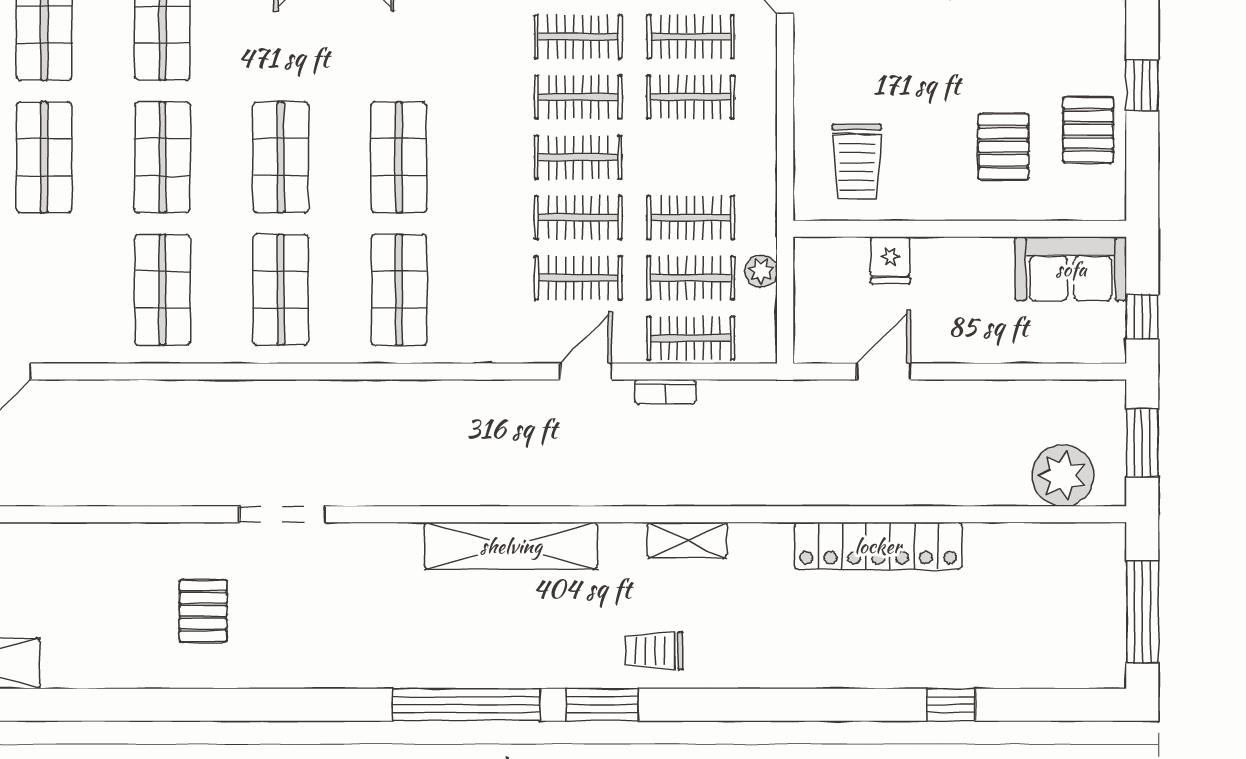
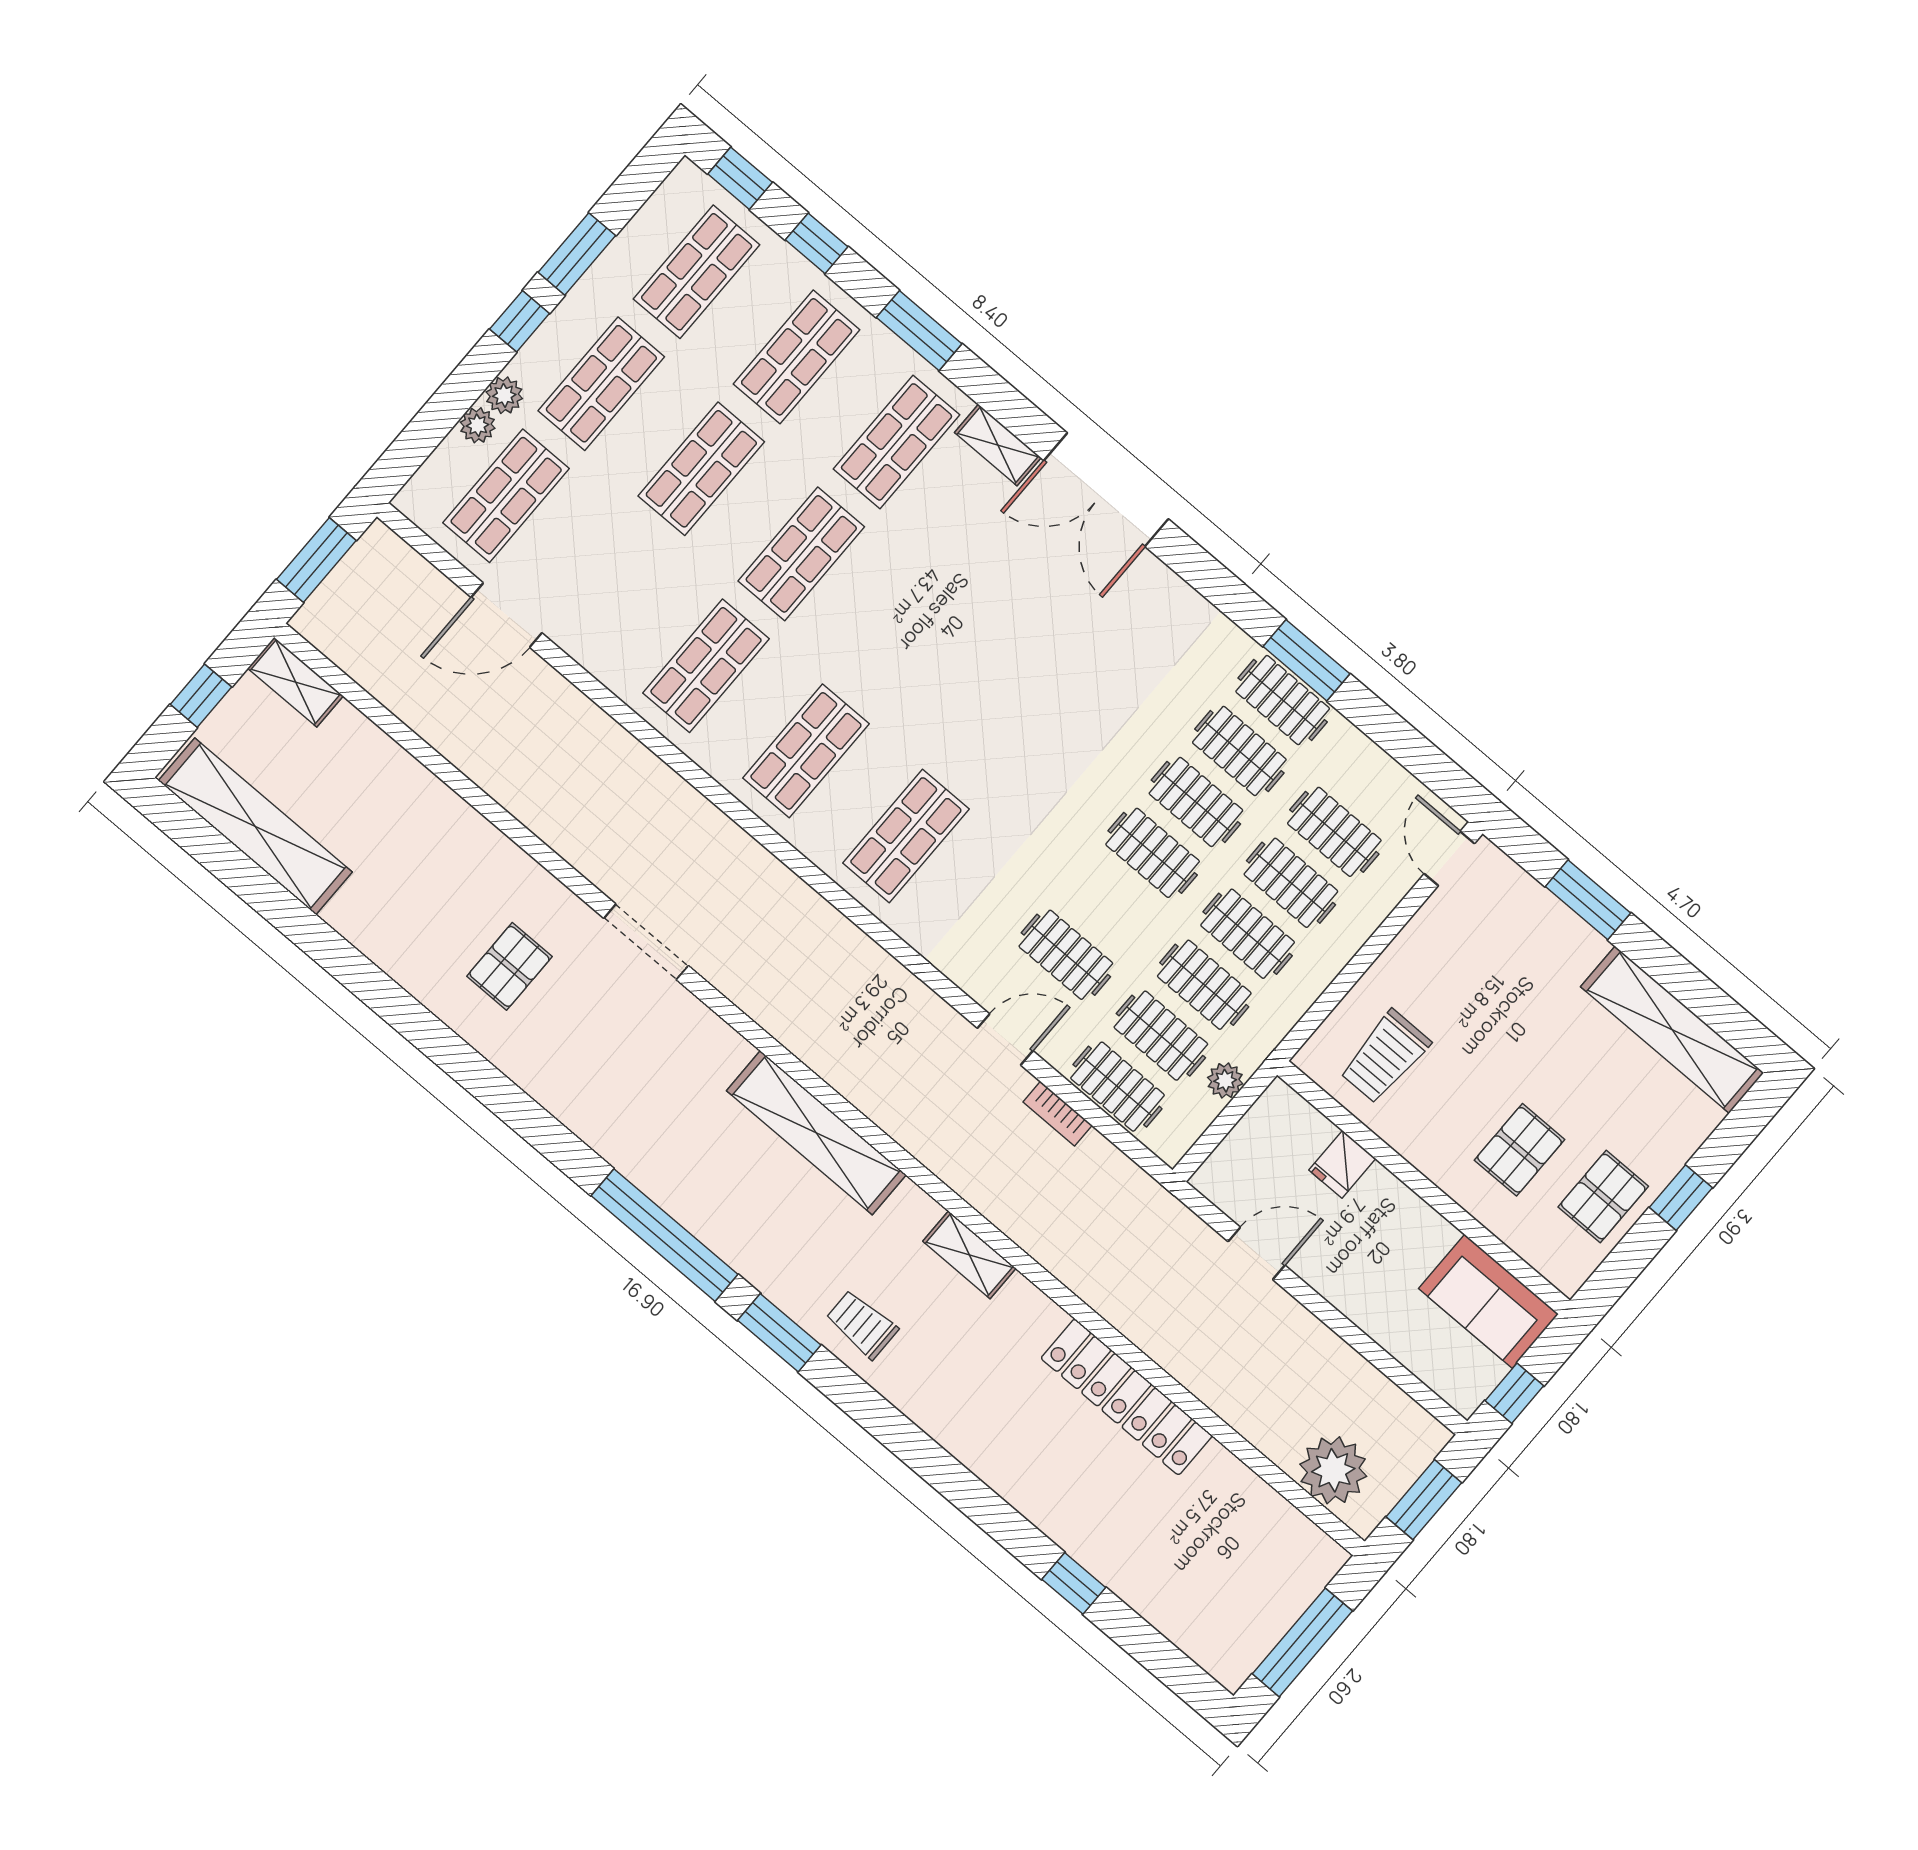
shop shelf: (281, 157) -> (901, 639), removed
shop shelf: (399, 157) -> (1001, 724), removed
clothes rail: (578, 218) -> (1248, 934), moved

